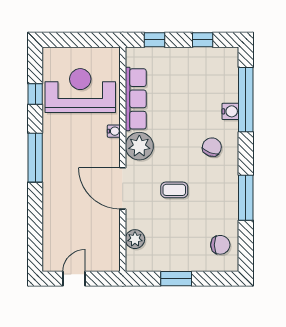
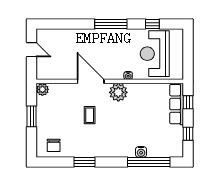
reception desk: (80, 91) -> (155, 54), turned 180
row of seats: (136, 99) -> (177, 104), moved, turned 90
chair: (212, 147) -> (118, 140), removed
door: (123, 188) -> (91, 81), hinge flipped
window: (246, 198) -> (84, 162), width x0.69
plant: (135, 239) -> (42, 89), moved

